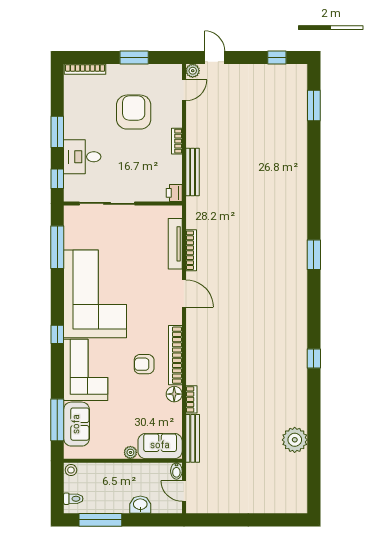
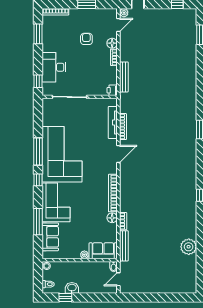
armchair: (134, 112) -> (86, 39), width x0.53, depth x0.53
floor lamp: (174, 119) -> (112, 43), added
window: (57, 132) -> (38, 34), moved
desk: (82, 157) -> (54, 67), width x1.37
window: (57, 247) -> (38, 151), moved
door: (184, 294) -> (118, 154), hinge flipped
armchair: (144, 364) -> (93, 199), removed
window: (57, 420) -> (38, 222), moved
door: (184, 491) -> (118, 279), hinge flipped
washbasin: (140, 505) -> (72, 288), moved
window: (100, 520) -> (65, 298), width x0.46

